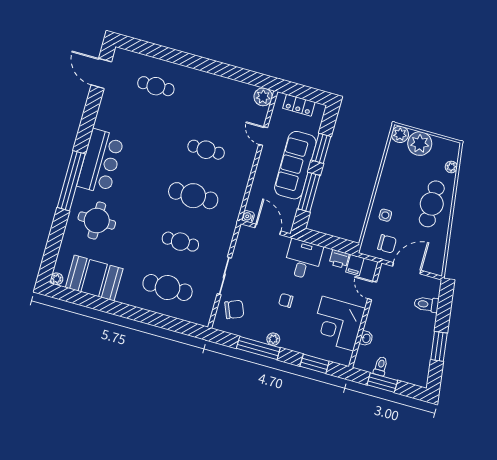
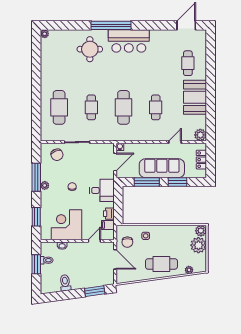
booth: (94, 278) -> (195, 97), moved
toilet: (426, 304) -> (65, 283), moved
window: (439, 346) -> (95, 291), moved

